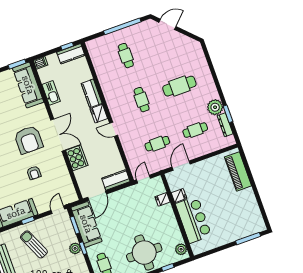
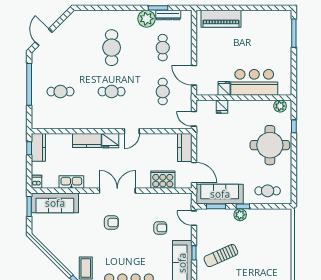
armchair: (29, 140) -> (111, 223), width x0.53, depth x0.53
cooker: (77, 158) -> (163, 180), moved
armchair: (34, 173) -> (160, 228), moved

